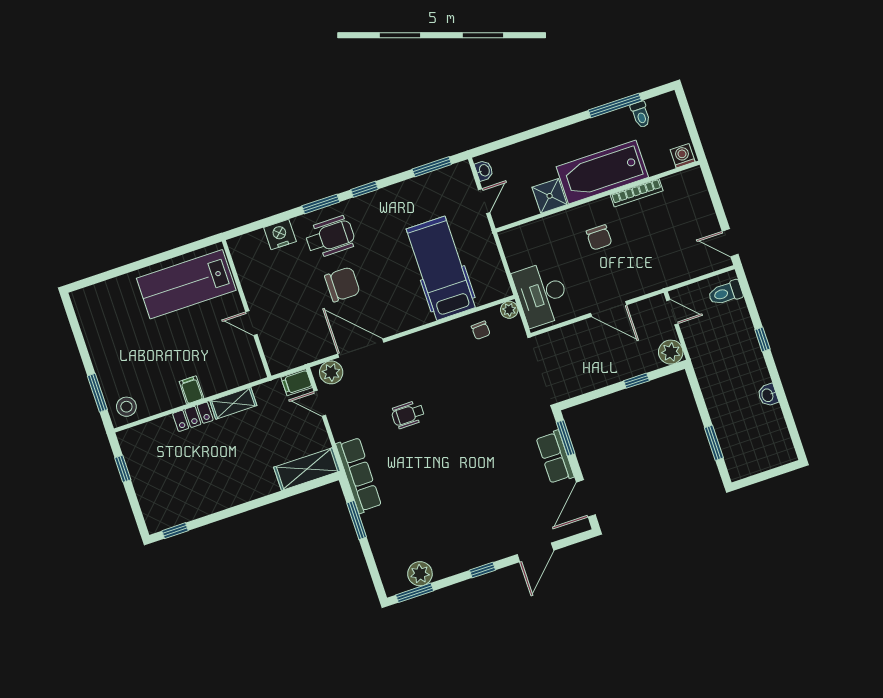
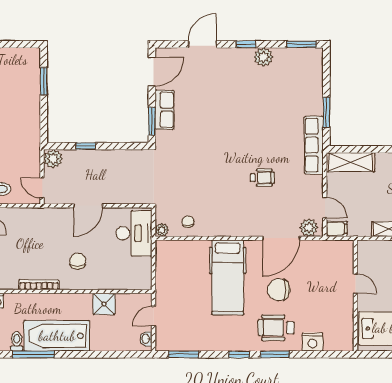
bathtub: (602, 172) -> (57, 336), moved, turned 180
hospital bed: (441, 268) -> (228, 277), moved
door: (609, 309) -> (88, 206), swing flipped
door: (361, 348) -> (281, 238), hinge flipped
plant: (420, 574) -> (263, 57), moved

